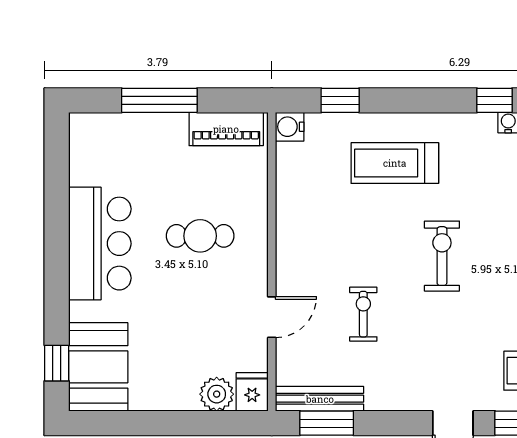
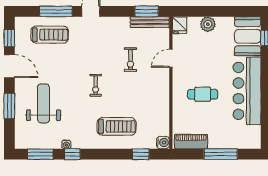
bar counter: (100, 244) -> (247, 91), width x1.36
exercise bike: (442, 256) -> (96, 85), width x0.73, depth x0.72
plant: (217, 394) -> (208, 24), moved

